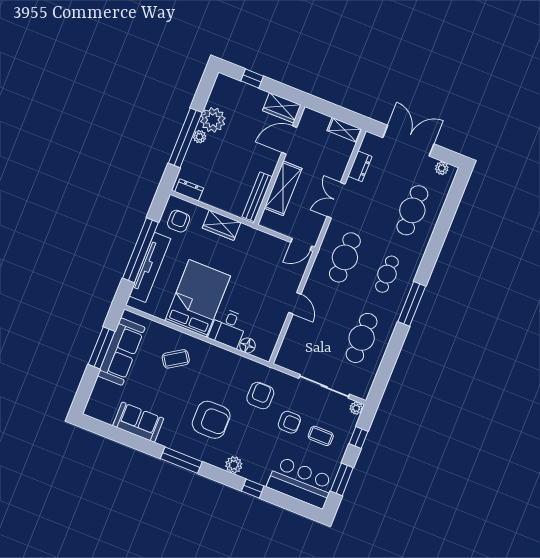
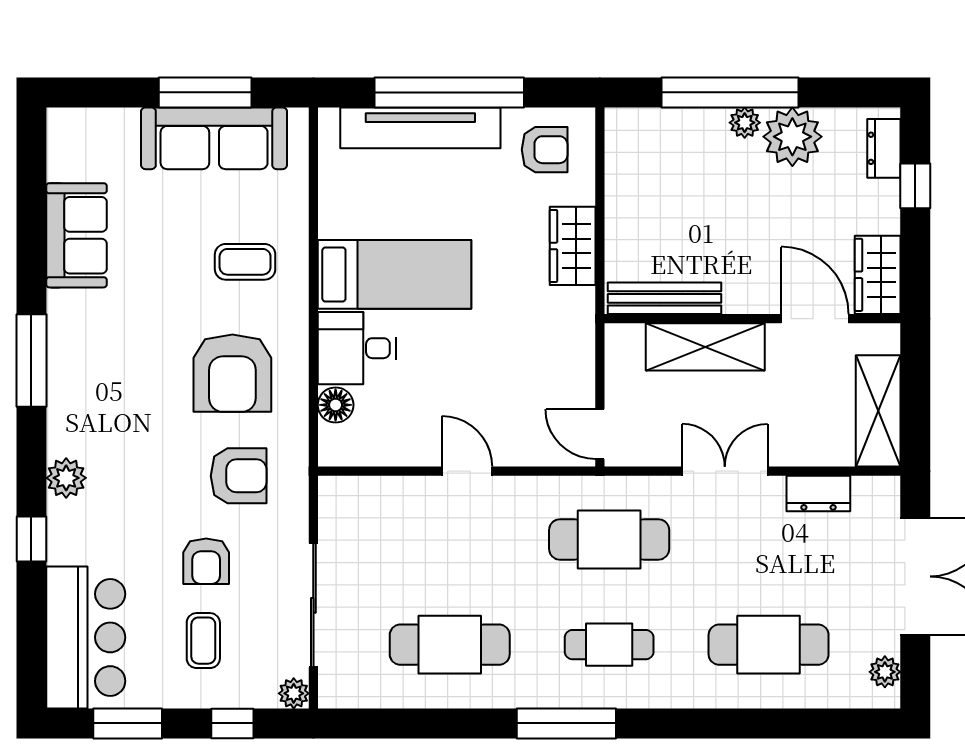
shelving: (345, 130) -> (878, 411), width x1.50, depth x1.33
dresser: (189, 190) -> (884, 148), moved, turned 180
bed: (198, 298) -> (395, 274), width x0.67
door: (295, 303) -> (467, 471), swing flipped
coffee table: (176, 359) -> (245, 262), turned -57
armchair: (211, 420) -> (232, 373), moved

